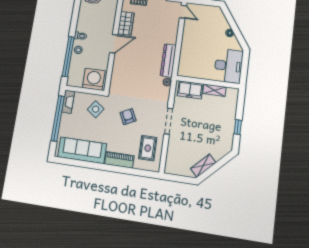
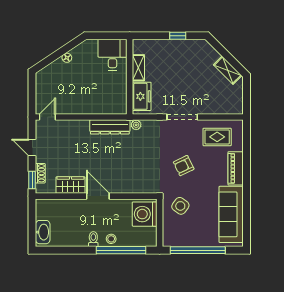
desk: (228, 66) -> (112, 55), width x0.73
fireplace: (68, 102) -> (176, 241), removed

